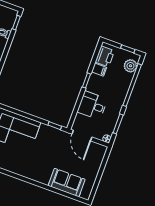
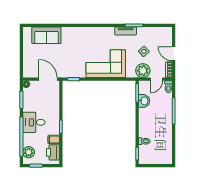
desk: (92, 105) -> (34, 122), moved, turned 180

